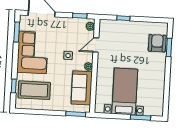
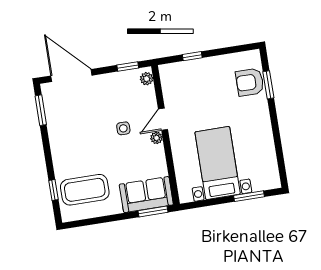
armchair: (157, 43) -> (250, 82), turned -90
door: (96, 45) -> (163, 119), moved
corner sofa: (33, 52) -> (70, 135), removed
sofa: (82, 88) -> (146, 195), moved, turned 90

